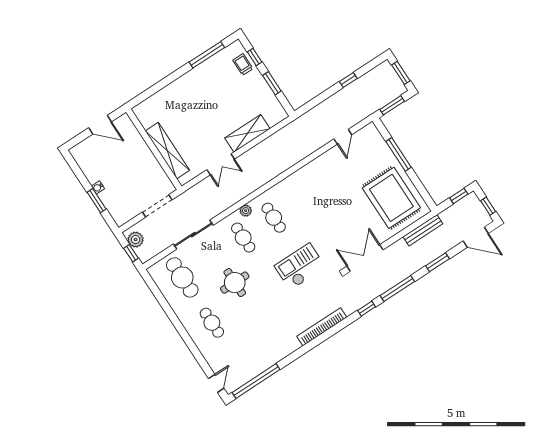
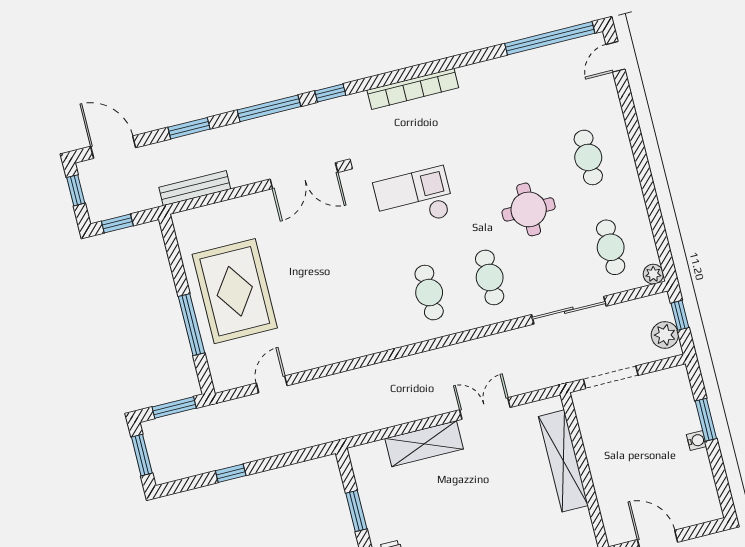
rug: (391, 198) -> (235, 291), moved
plant: (246, 211) -> (653, 274), moved
checkout: (300, 267) -> (414, 199), turned 180
cafe table: (182, 277) -> (611, 247), width x0.73, depth x0.74

